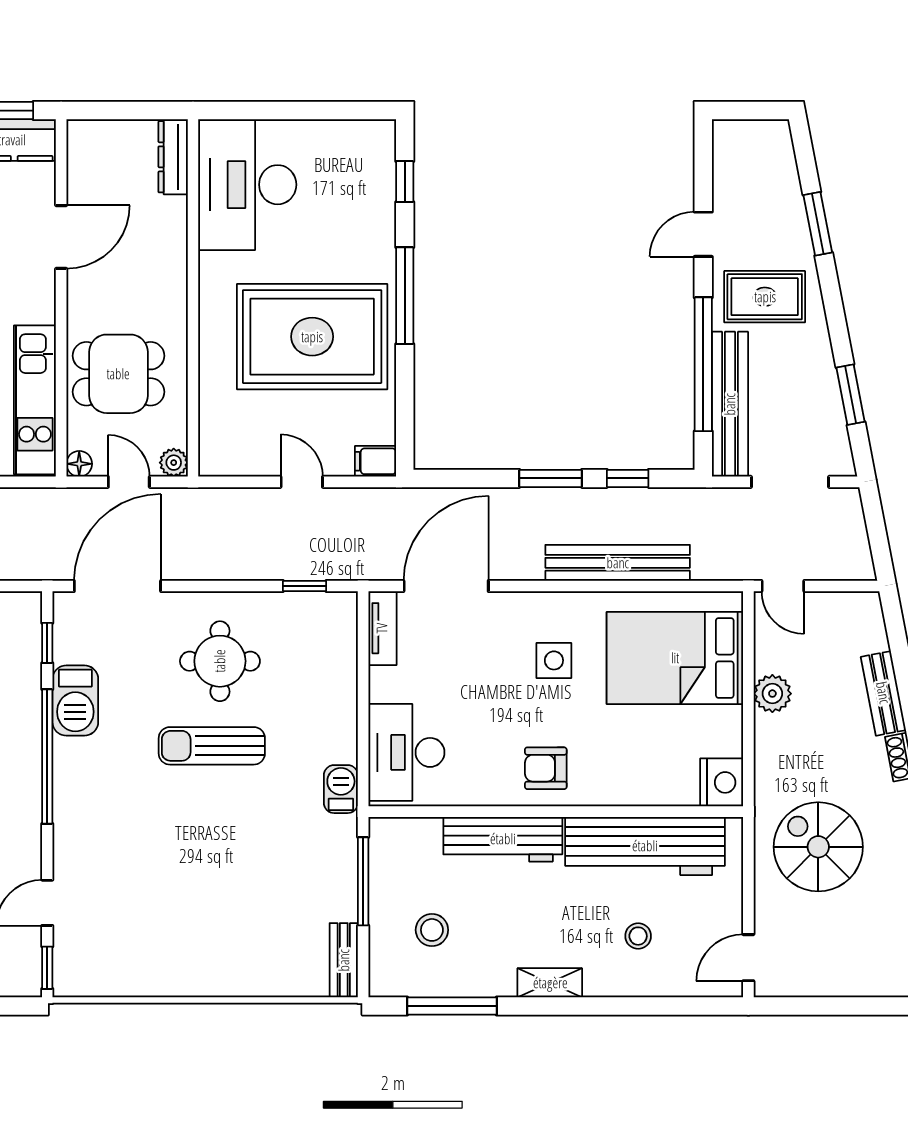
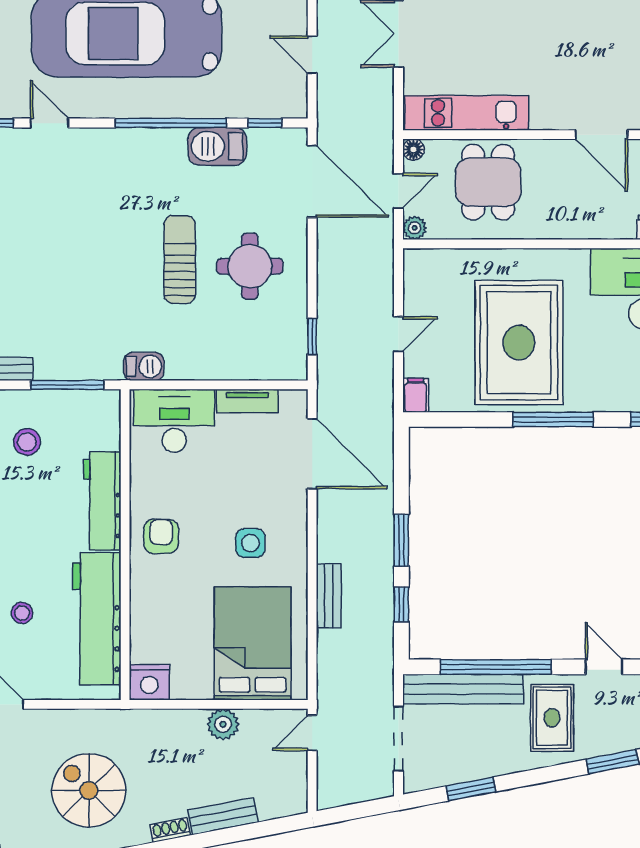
bench: (618, 563) -> (329, 596), width x0.54, depth x0.82
tv unit: (382, 628) -> (247, 401), moved
spiral stairs: (818, 847) -> (89, 790), moved, turned -90

